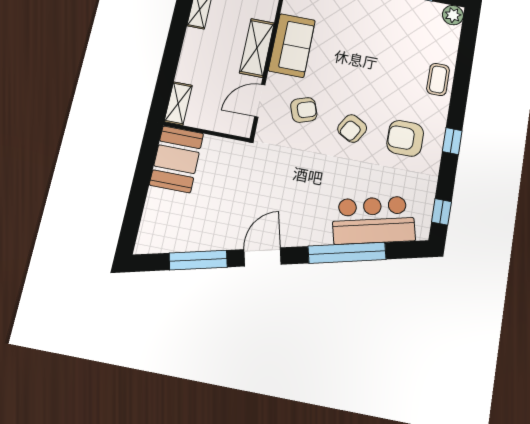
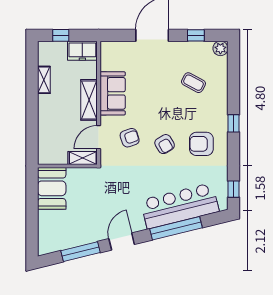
coffee table: (438, 79) -> (193, 83), moved, turned -62
shelving: (178, 103) -> (83, 158), moved, turned 90
armchair: (352, 128) -> (165, 144), turned -61
window: (452, 141) -> (233, 123), moved
bar counter: (373, 220) -> (180, 206), width x1.36

